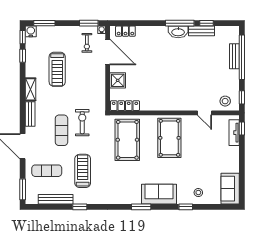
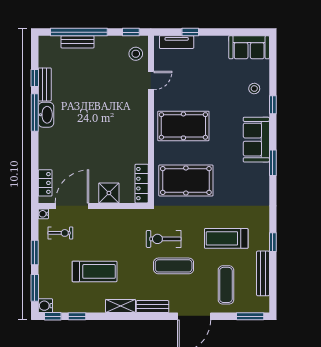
window: (89, 23) -> (35, 253), moved
window: (242, 129) -> (190, 32), moved

